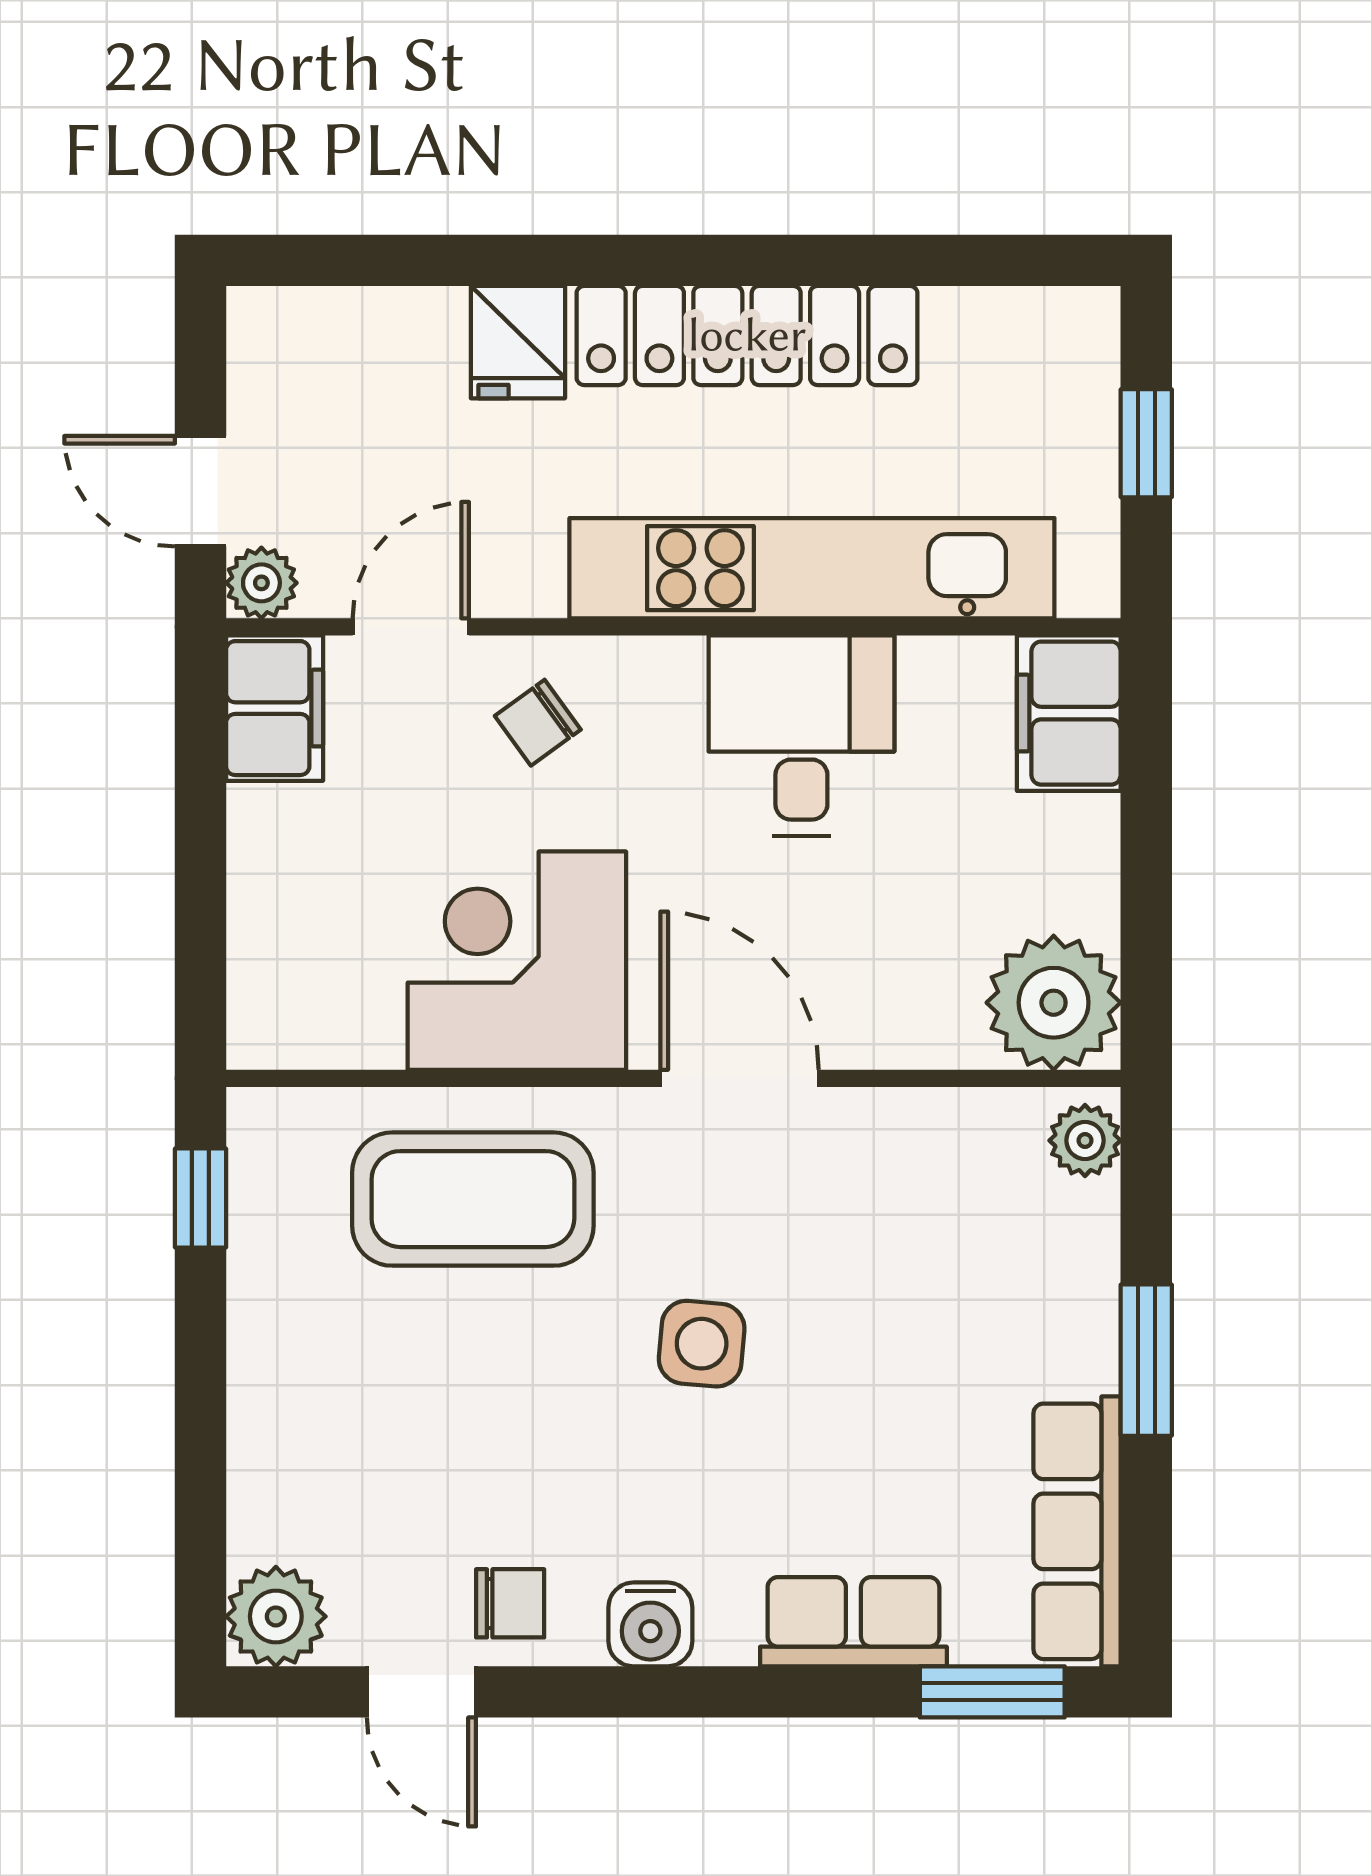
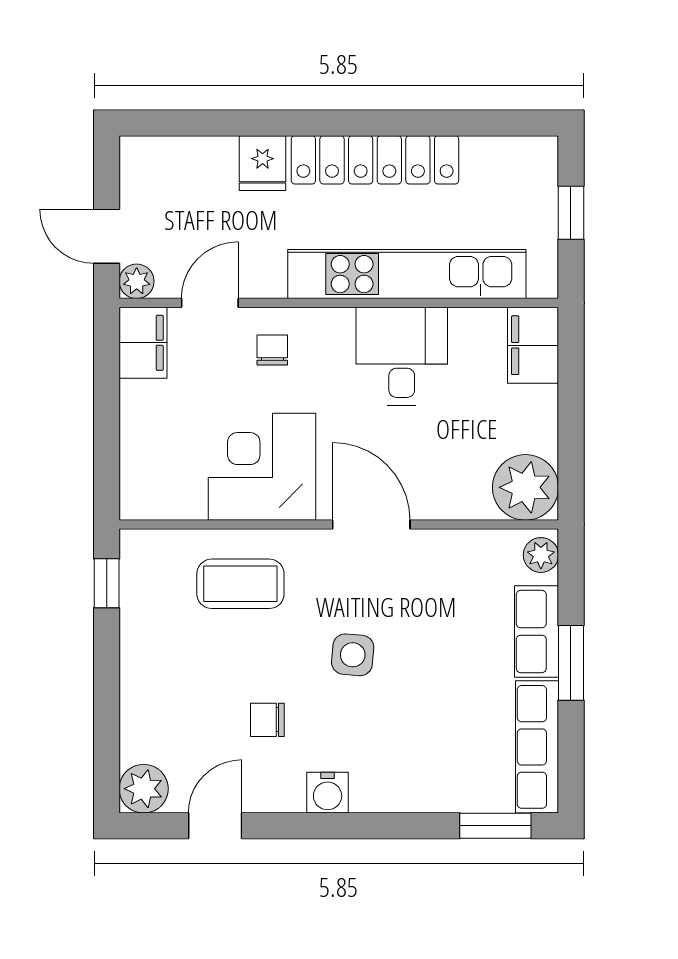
chair: (538, 723) -> (272, 350), turned 126
coffee table: (473, 1199) -> (240, 584), width x0.73, depth x0.76
chair: (510, 1603) -> (267, 720), moved, turned 180
row of seats: (853, 1622) -> (537, 632), moved, turned -90
door: (421, 1692) -> (215, 826), swing flipped

